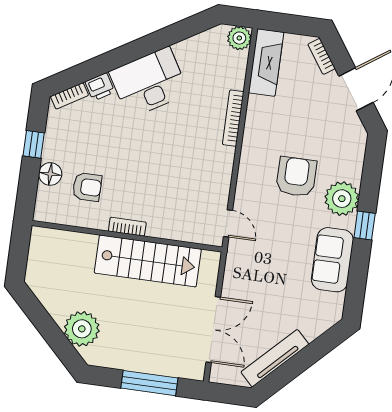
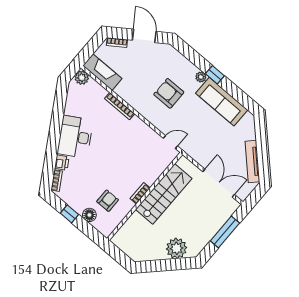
plant: (342, 199) -> (201, 77), width x0.53, depth x0.53
sofa: (332, 260) -> (222, 102), width x1.36

